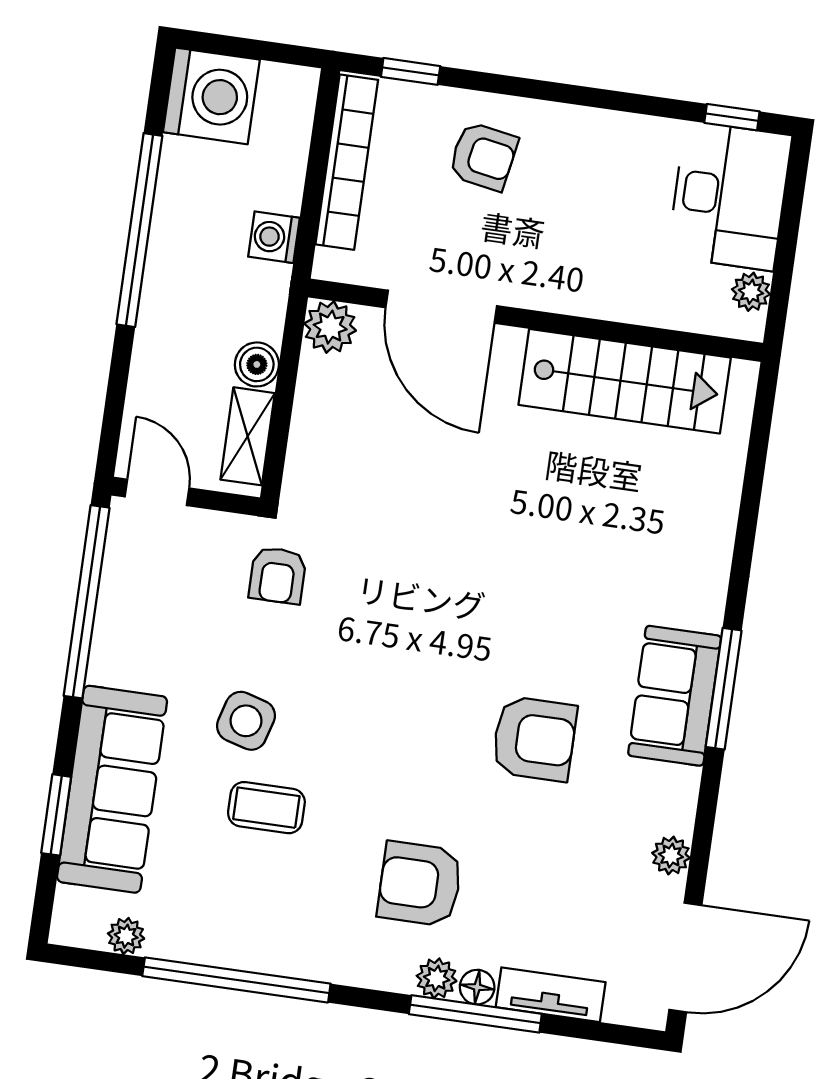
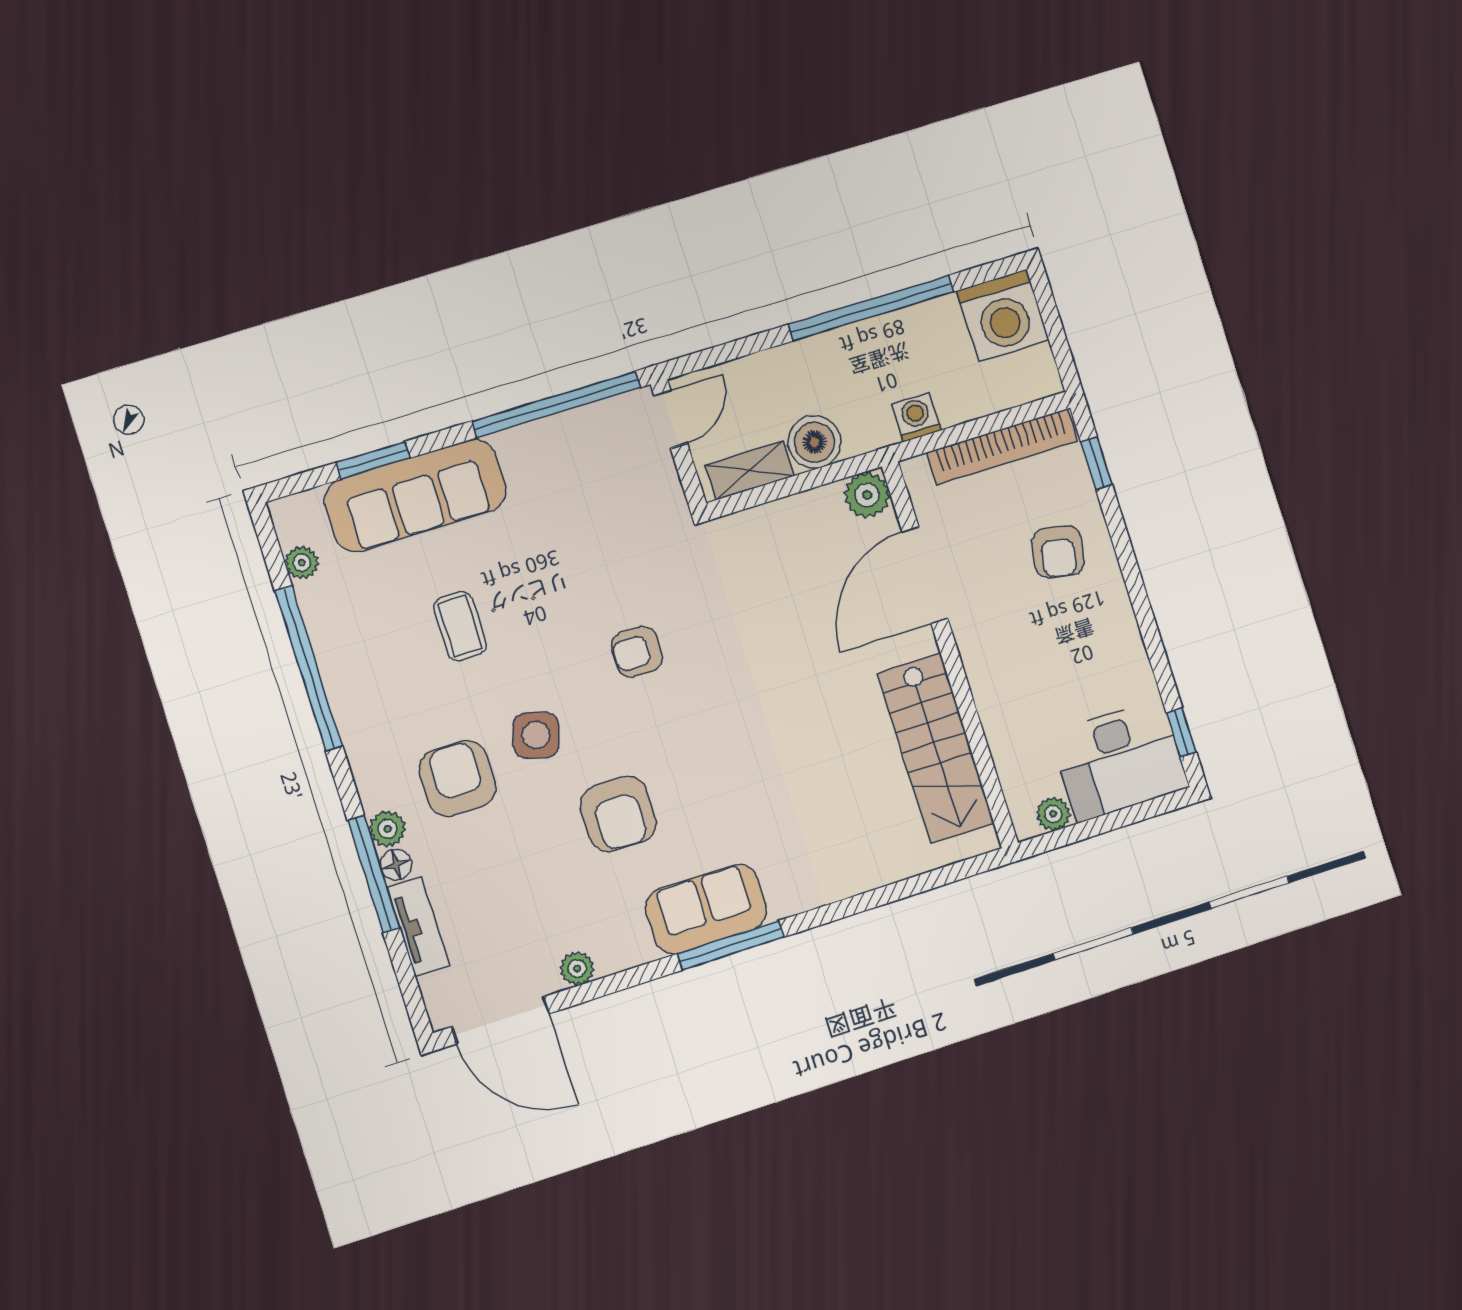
boiler: (257, 364) -> (814, 442), width x1.36, depth x1.36
armchair: (278, 575) -> (637, 652), moved
side table: (246, 721) -> (536, 735), moved

